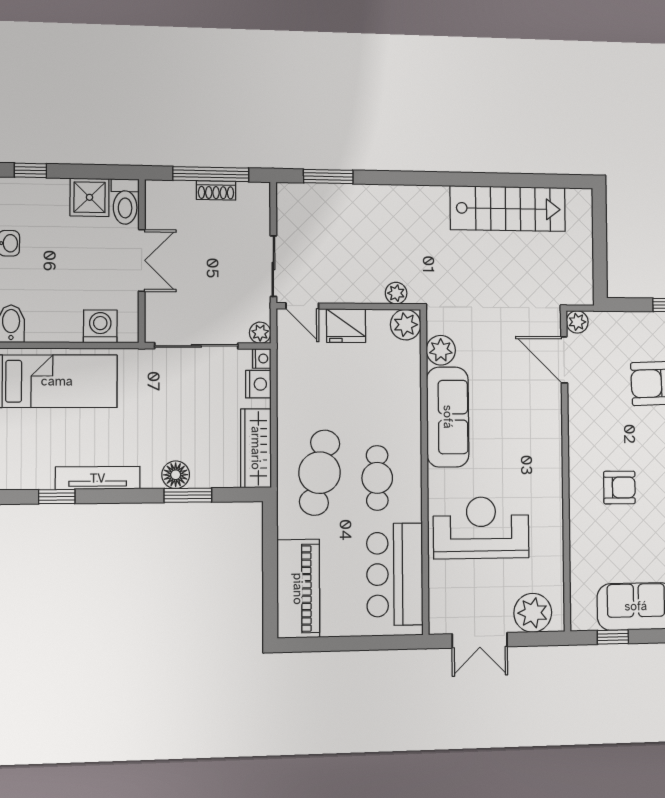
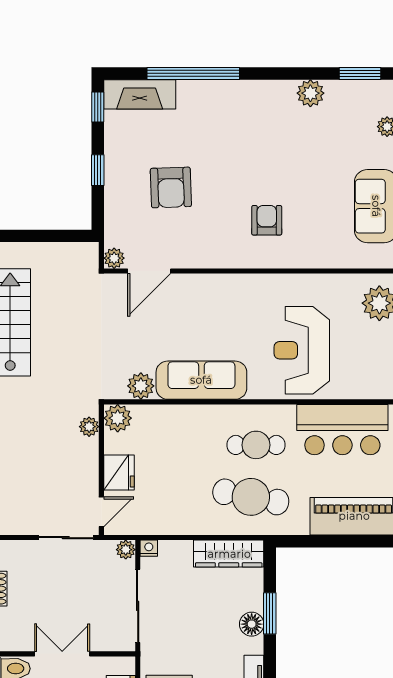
nightstand: (258, 384) -> (172, 551), removed

